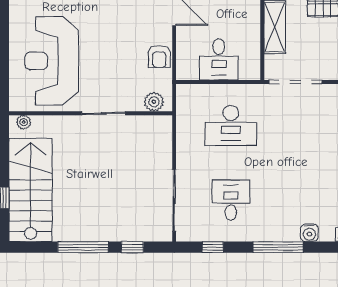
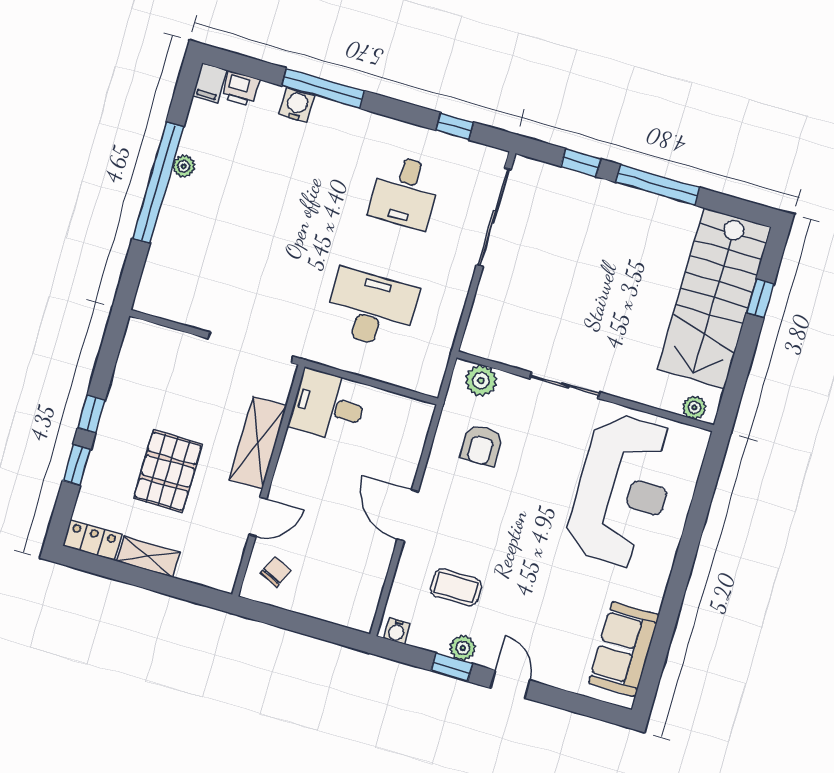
armchair: (159, 56) -> (482, 445), moved, turned 180
desk: (219, 59) -> (328, 406), moved, turned -90
window: (278, 247) -> (323, 88), moved

